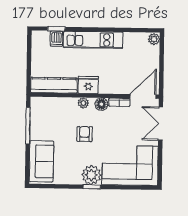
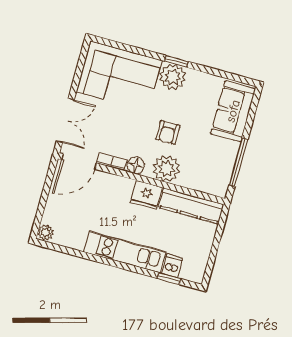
plant: (83, 103) -> (166, 169), width x1.88, depth x1.88

